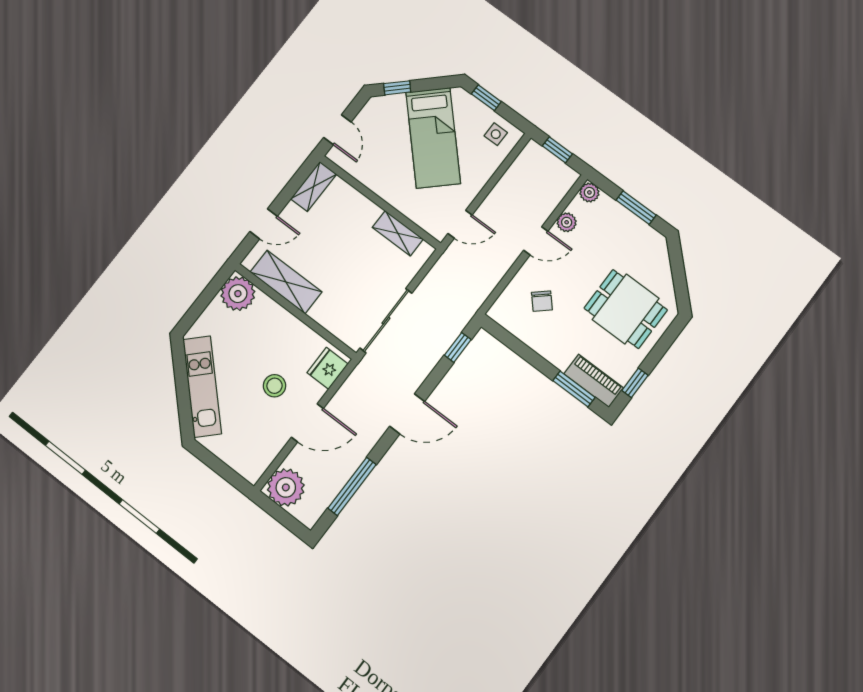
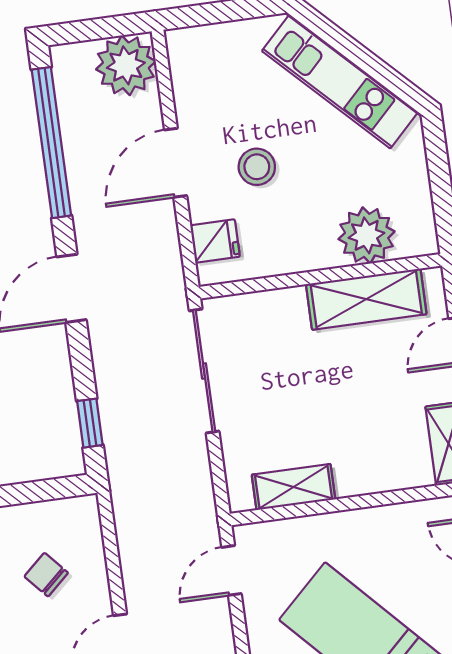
plant: (238, 294) -> (367, 235), moved
fridge: (328, 368) -> (215, 241), width x0.72
window: (352, 486) -> (51, 143), width x1.46

